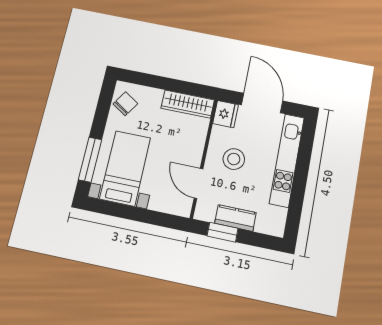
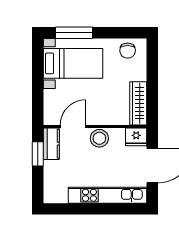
chair: (125, 104) -> (128, 51), turned 57
stool: (234, 159) -> (99, 138), moved
kitchen counter: (235, 218) -> (51, 144), moved

